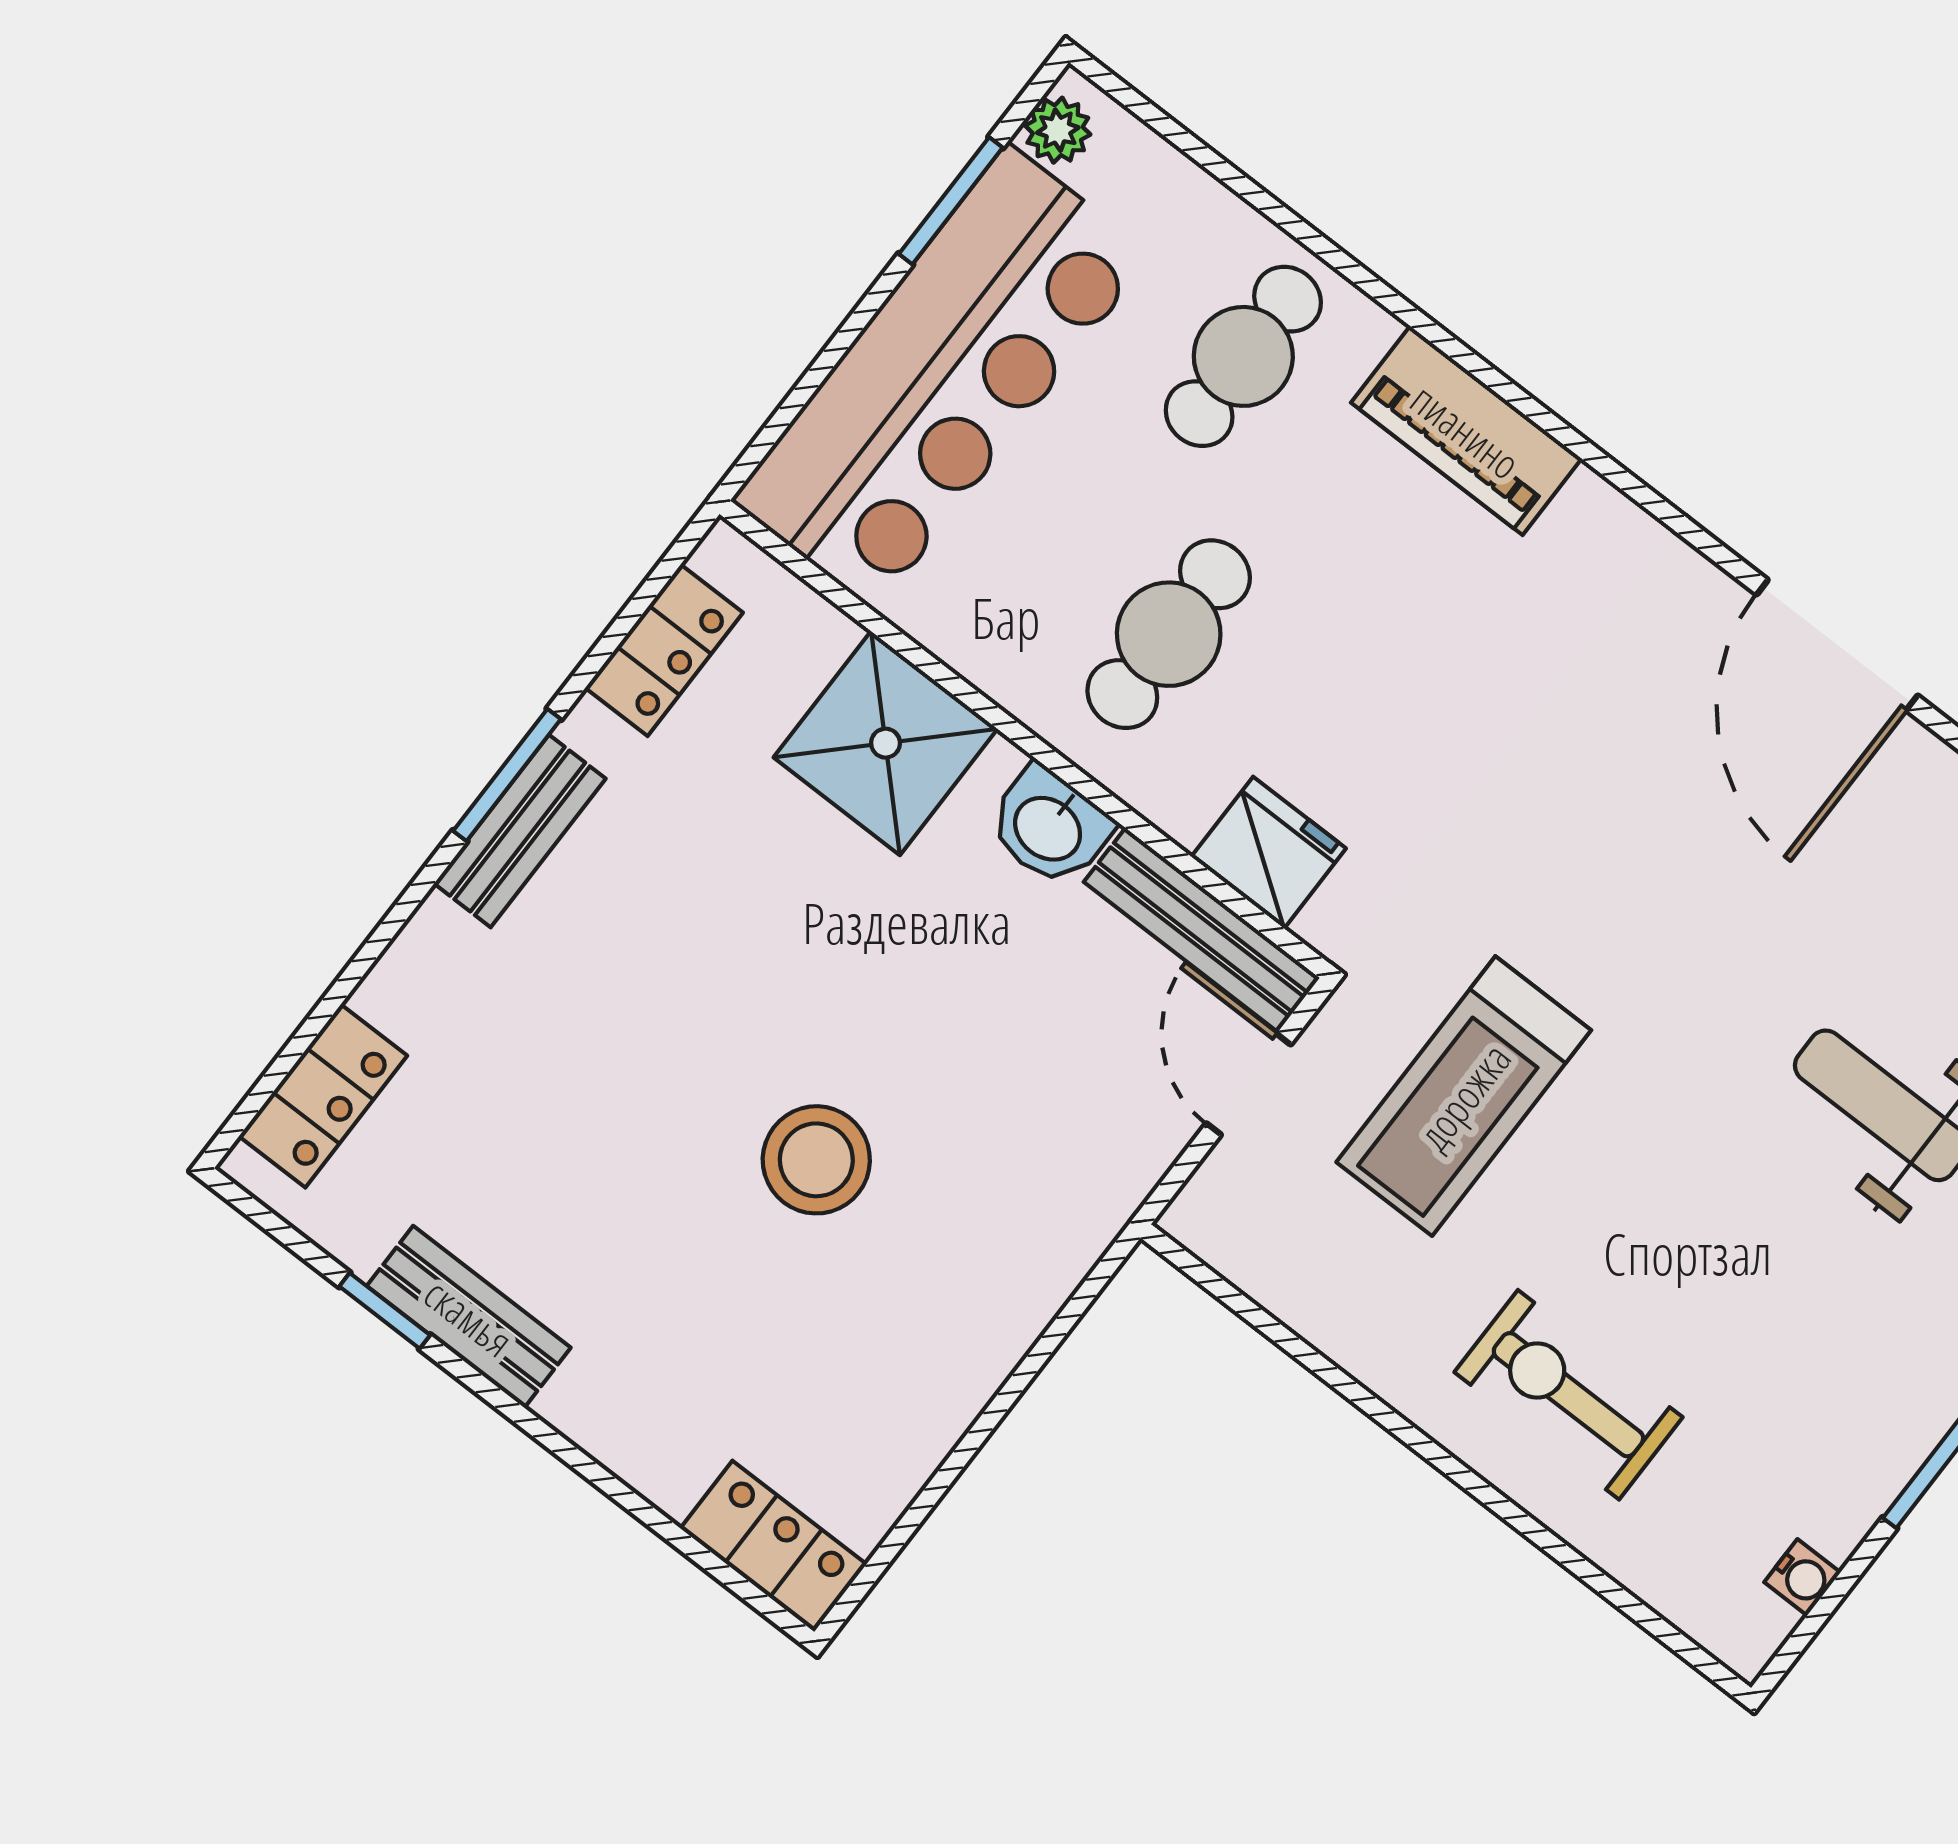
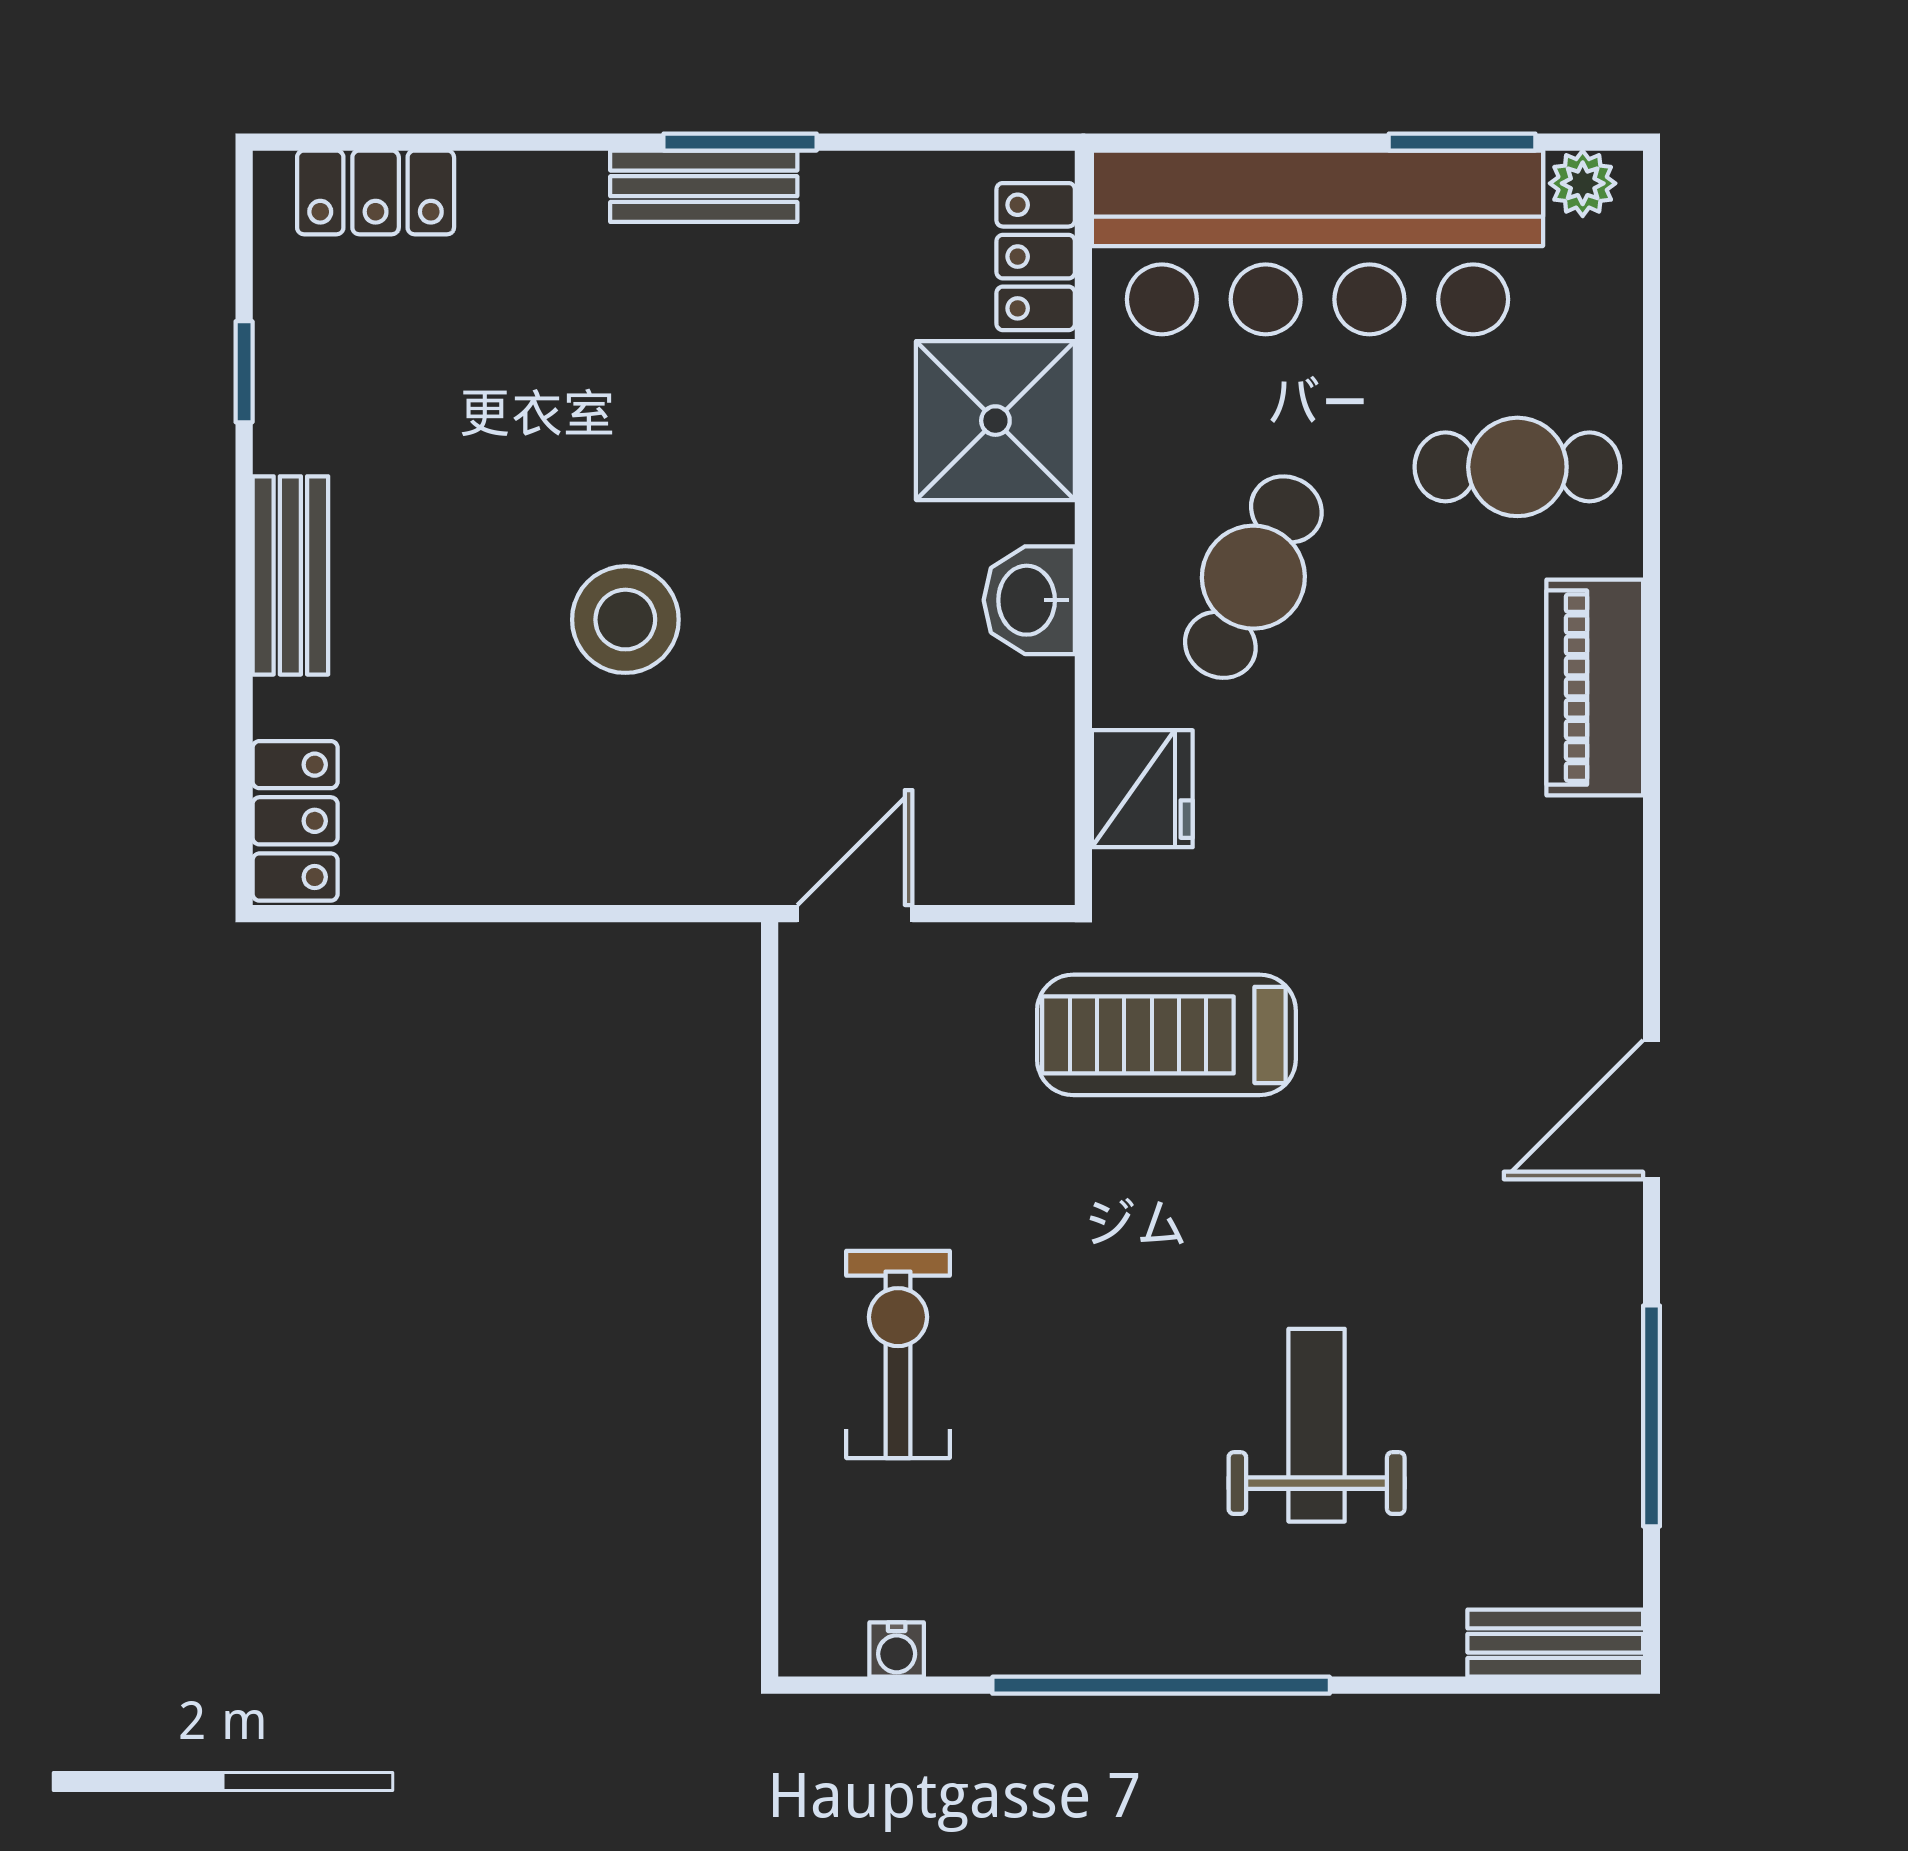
cafe table: (1169, 634) -> (1253, 577), turned -64
door: (1837, 645) -> (1651, 1110), width x0.73
locker: (664, 650) -> (1036, 257), moved, turned 90
bench: (1202, 930) -> (1041, 783), removed
door: (1249, 1084) -> (855, 914), moved
treadmill: (1464, 1096) -> (1166, 1035), moved
bench: (469, 1317) -> (290, 575), moved

